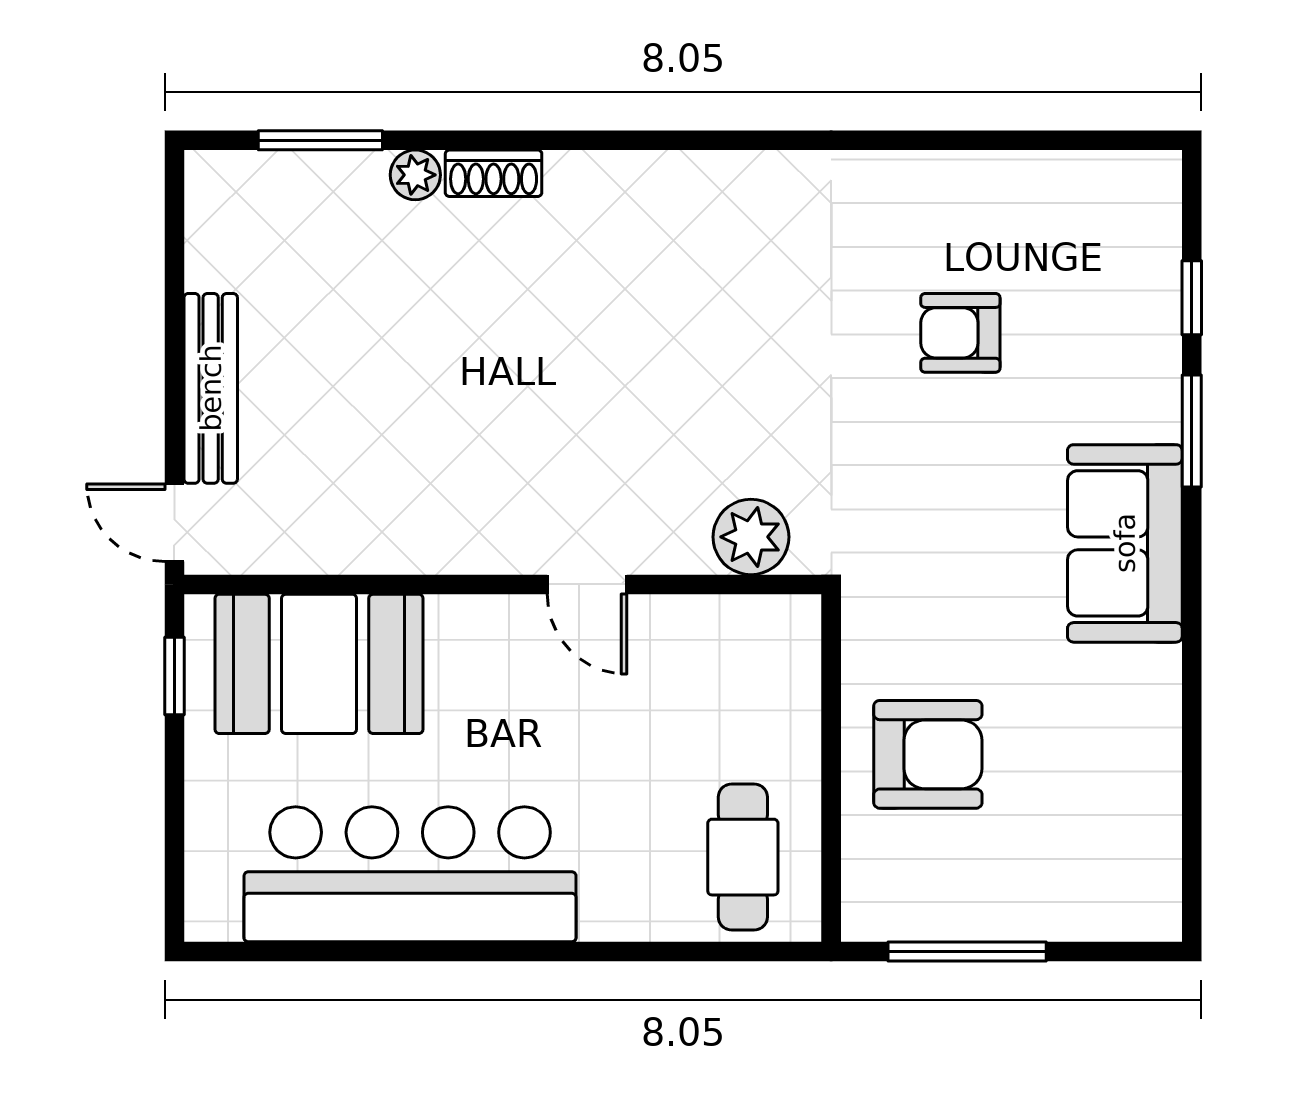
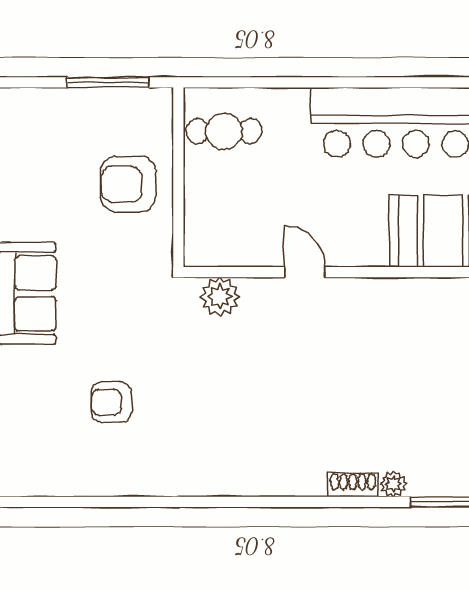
armchair: (960, 333) -> (112, 402), turned 180
cafe table: (743, 857) -> (224, 131), turned 90

